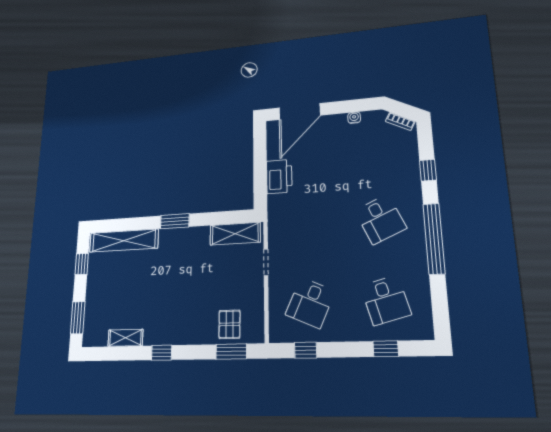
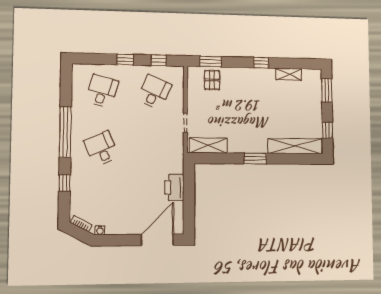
water cooler: (354, 118) -> (100, 230), moved
desk: (386, 300) -> (102, 91), turned 30
window: (386, 349) -> (125, 60), moved

